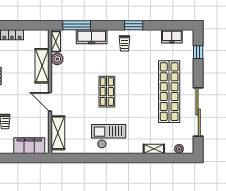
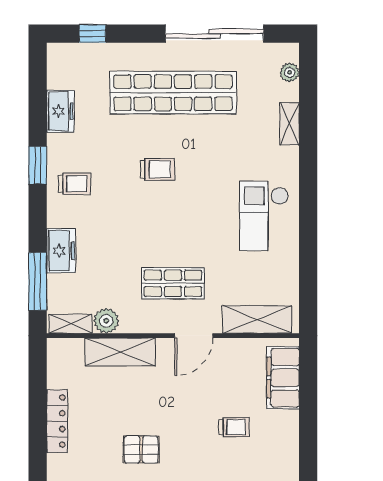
freezer: (172, 36) -> (60, 111), moved
freezer: (92, 37) -> (61, 251), width x0.71
trolley: (131, 84) -> (158, 169), added
shop shelf: (107, 92) -> (173, 283), moved

